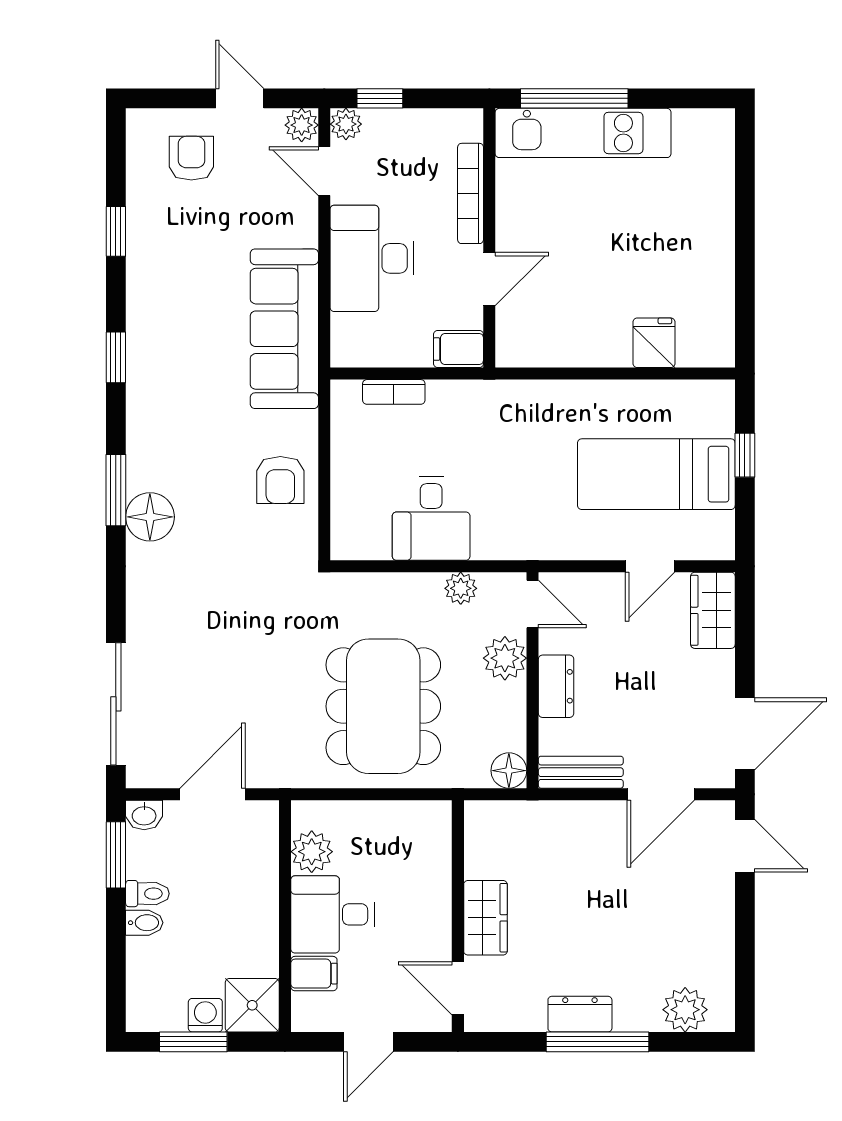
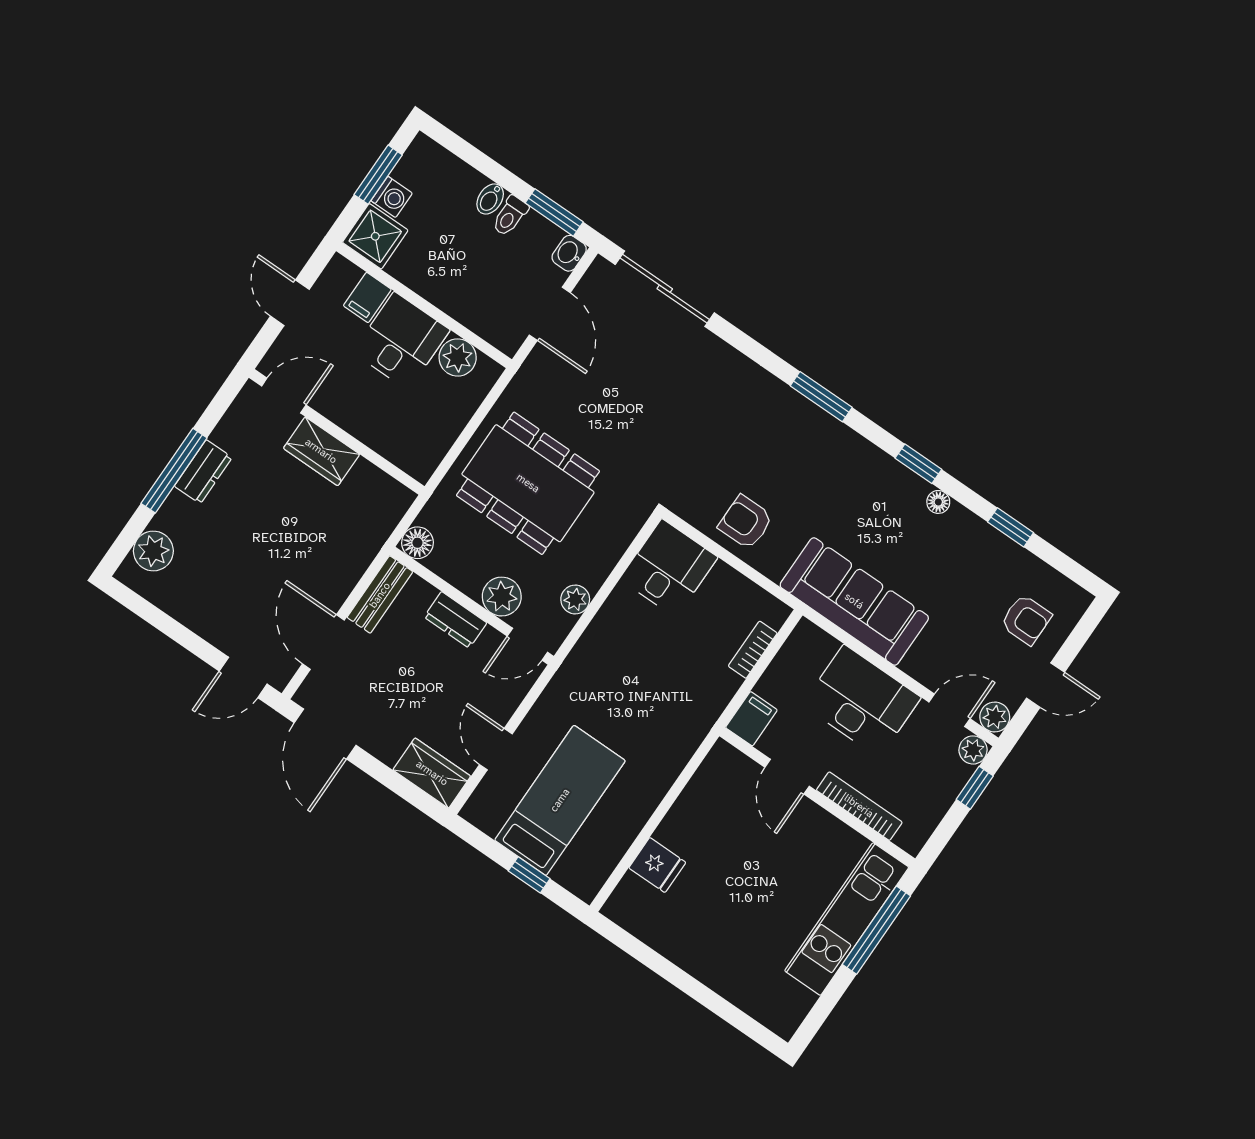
floor lamp: (150, 517) -> (938, 502), moved, width x0.53, depth x0.53
desk: (431, 519) -> (669, 568), moved, turned 90

